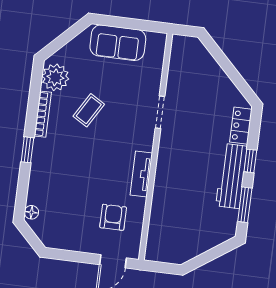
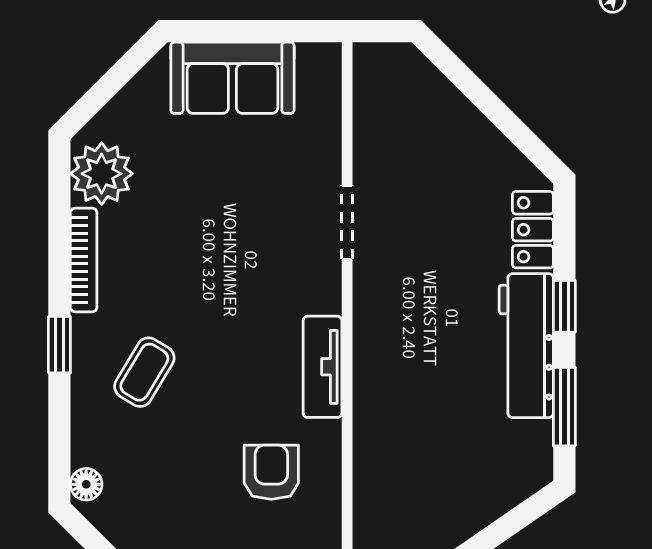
coffee table: (89, 110) -> (144, 372), moved

